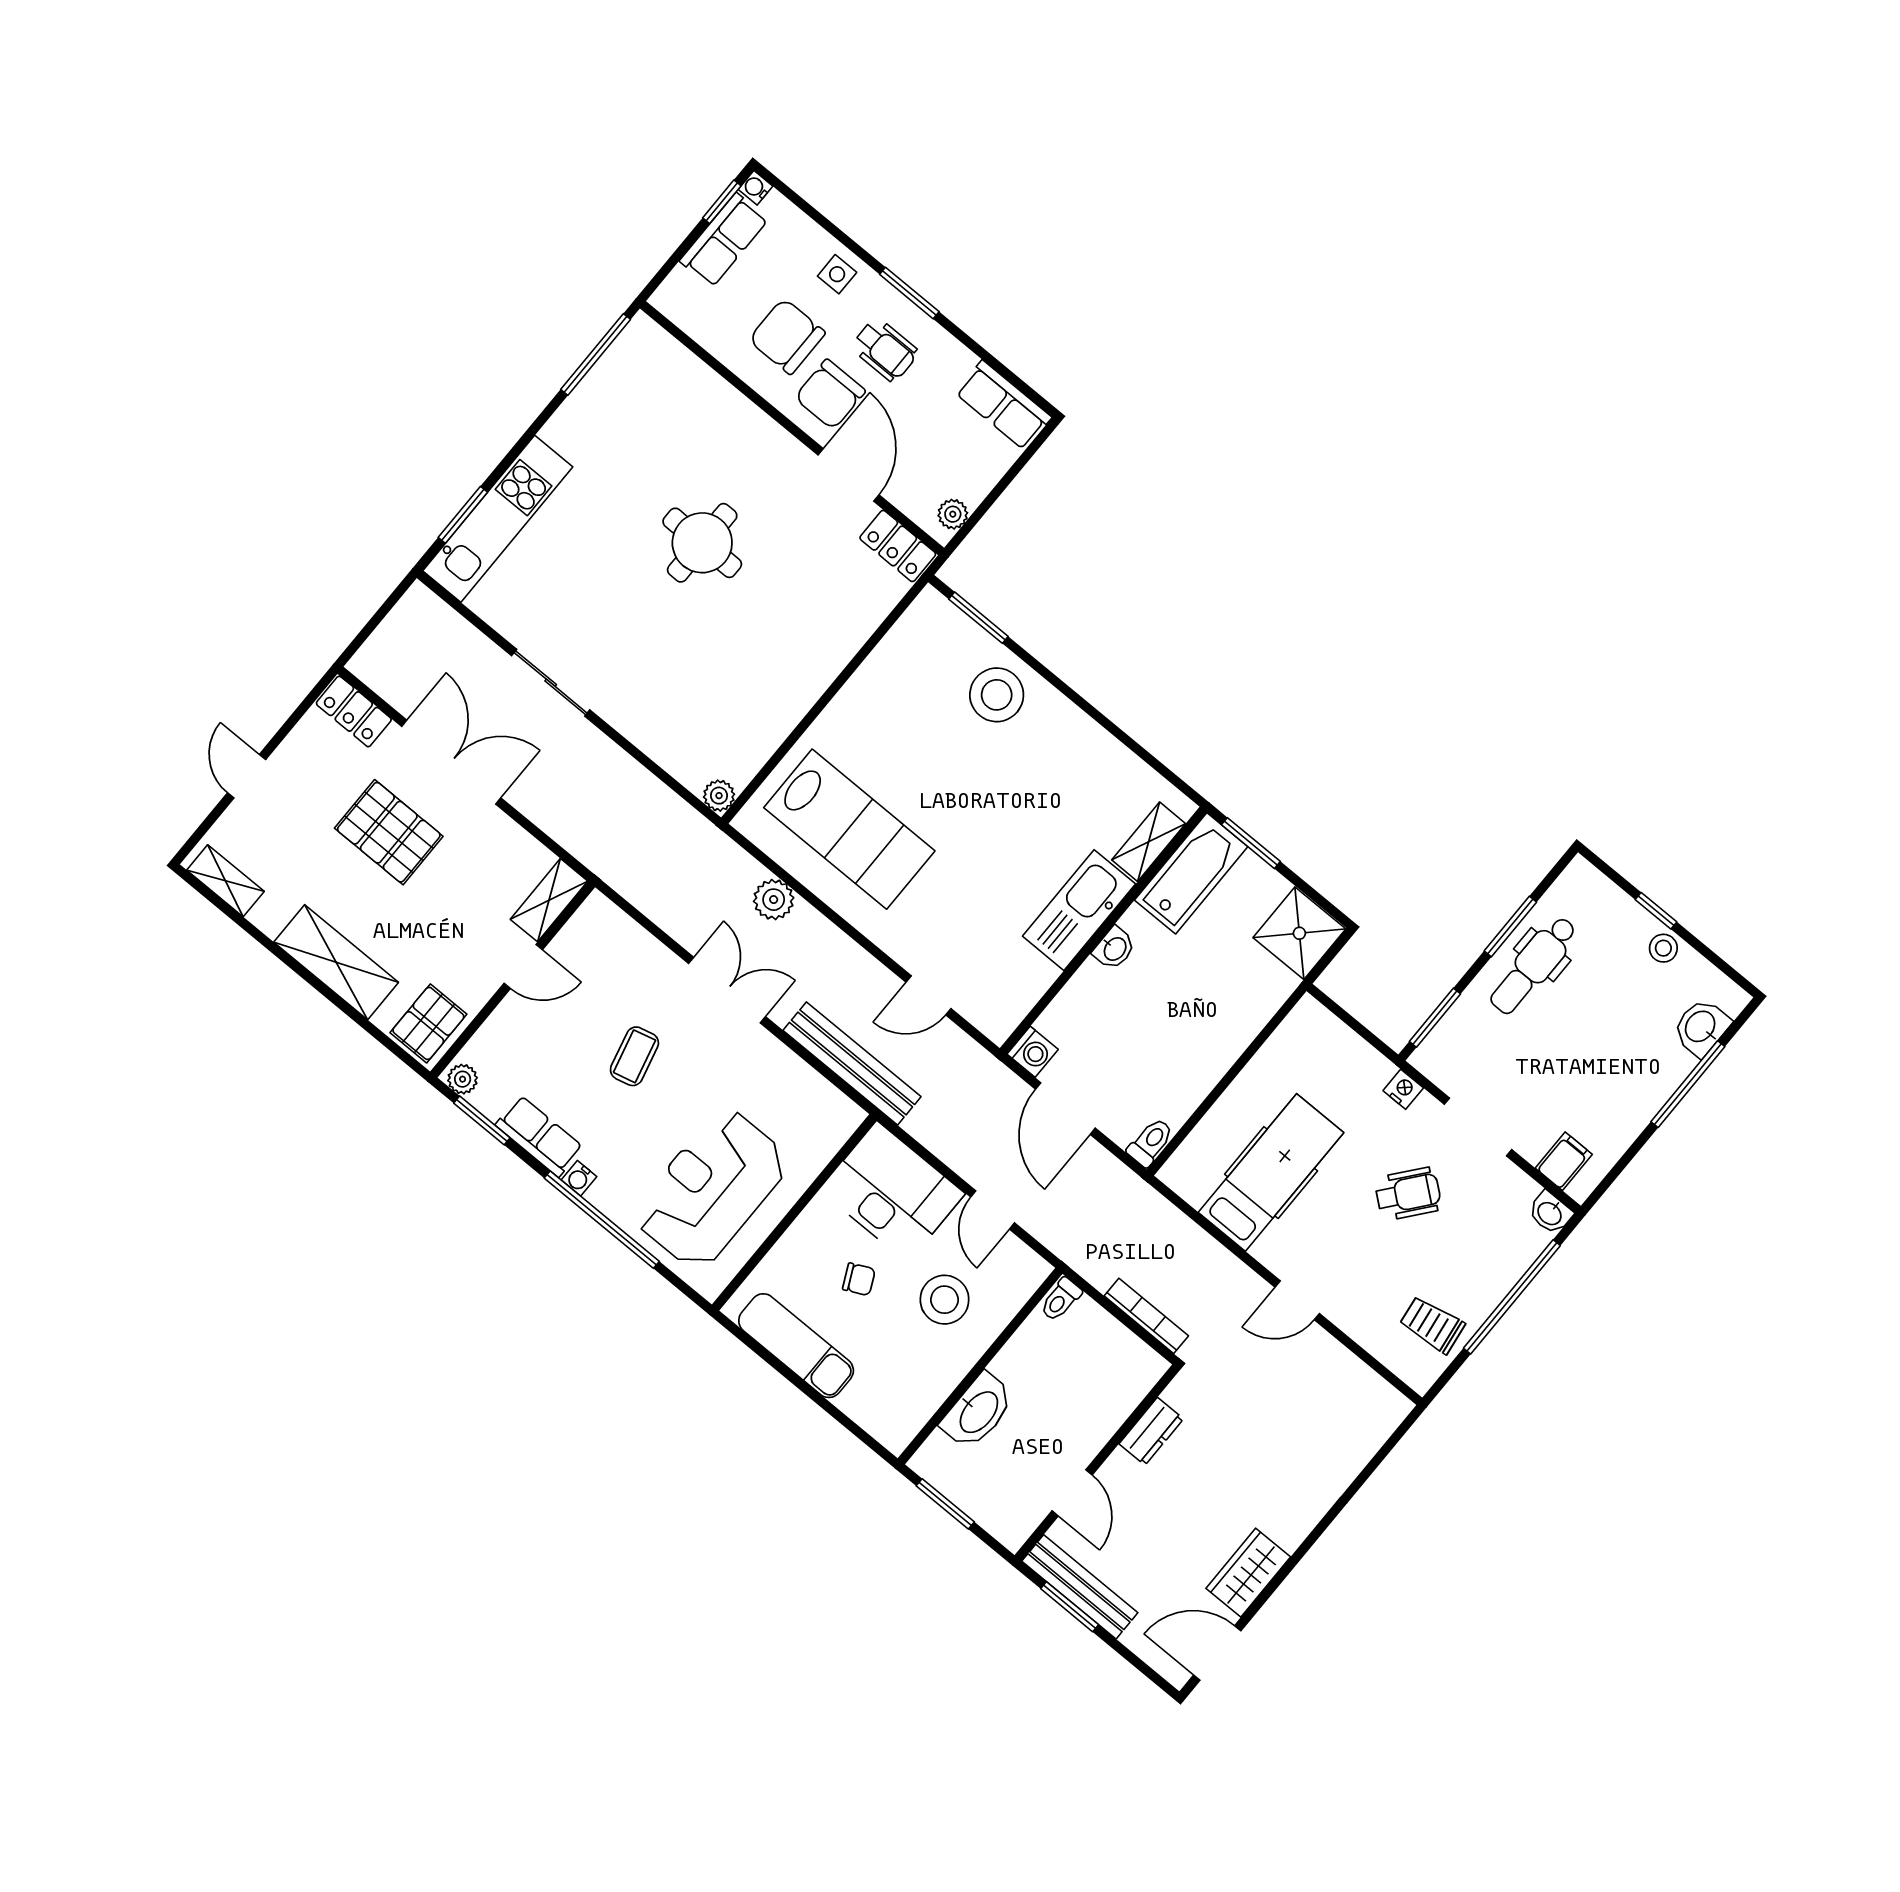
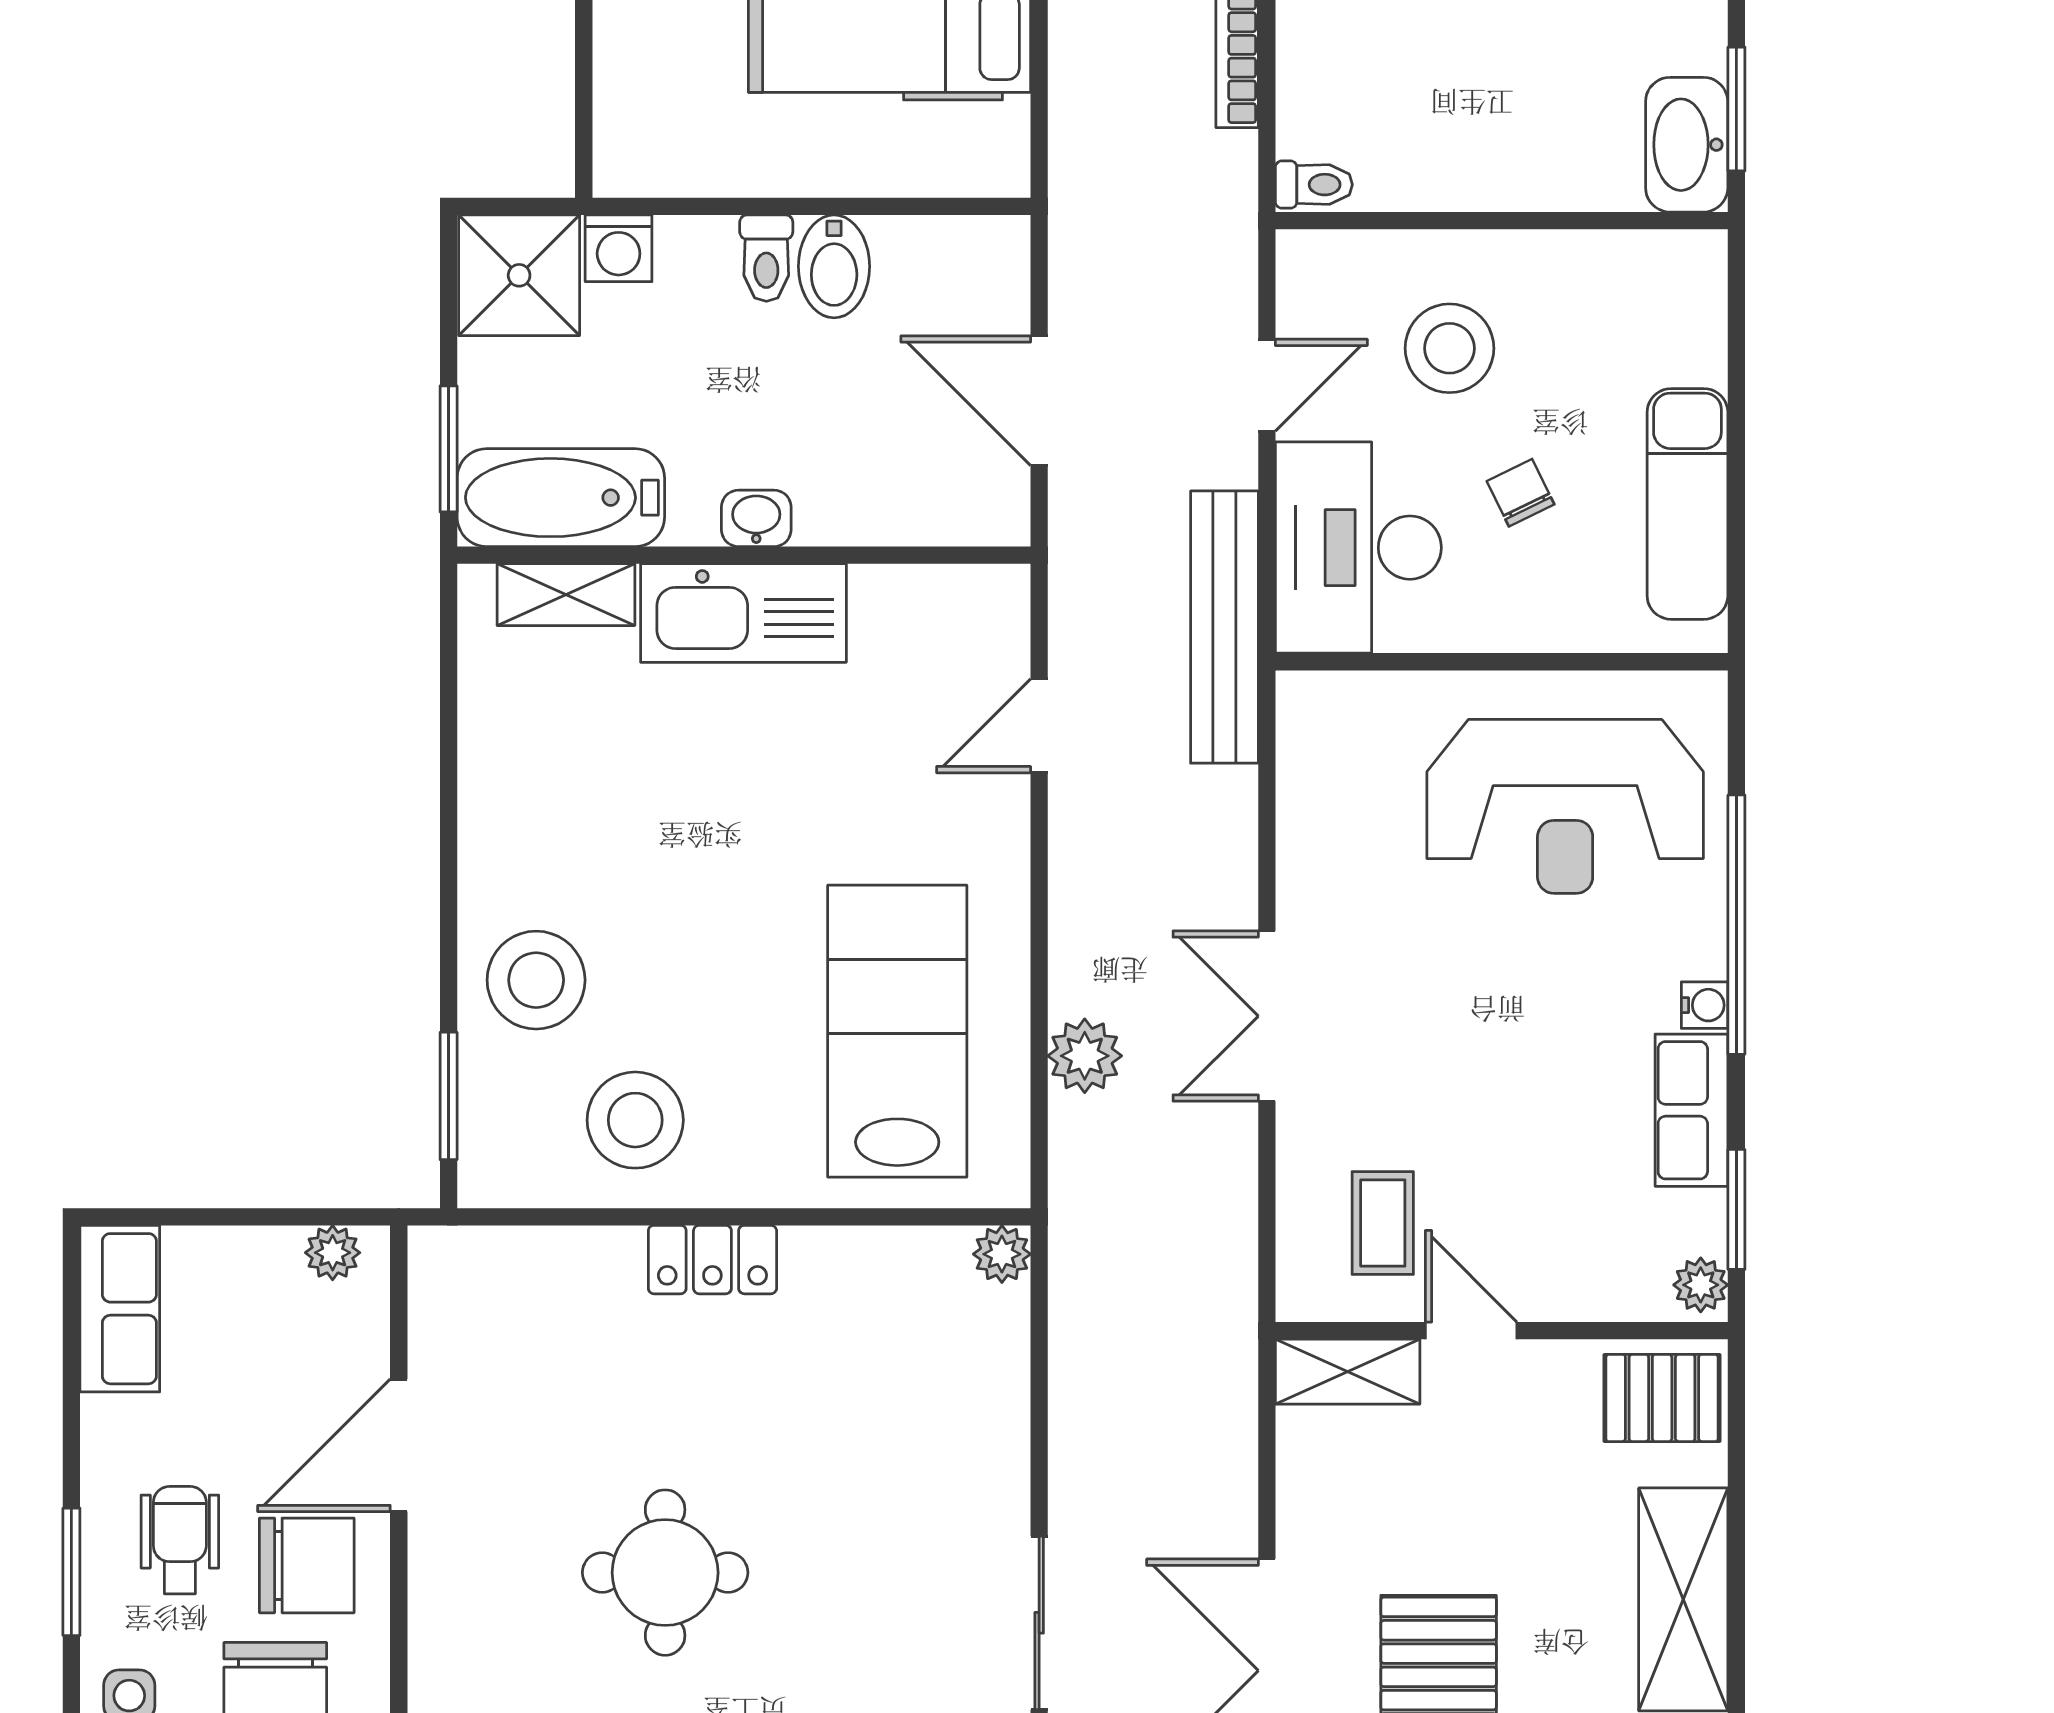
locker: (898, 546) -> (712, 1260), moved, turned 90
stool: (903, 688) -> (635, 1120), added
door: (928, 995) -> (1039, 726), swing flipped
washing machine: (1033, 1052) -> (619, 248), moved, turned 180
coffee table: (634, 1056) -> (1383, 1223), moved, turned -76
bench: (852, 1063) -> (1224, 627), moved
bidet: (1193, 1069) -> (834, 266), added
door: (1065, 1109) -> (1039, 401), swing flipped
toilet: (1150, 1142) -> (766, 258), moved, turned -90
washbasin: (978, 1411) -> (1687, 145), moved, turned -90

